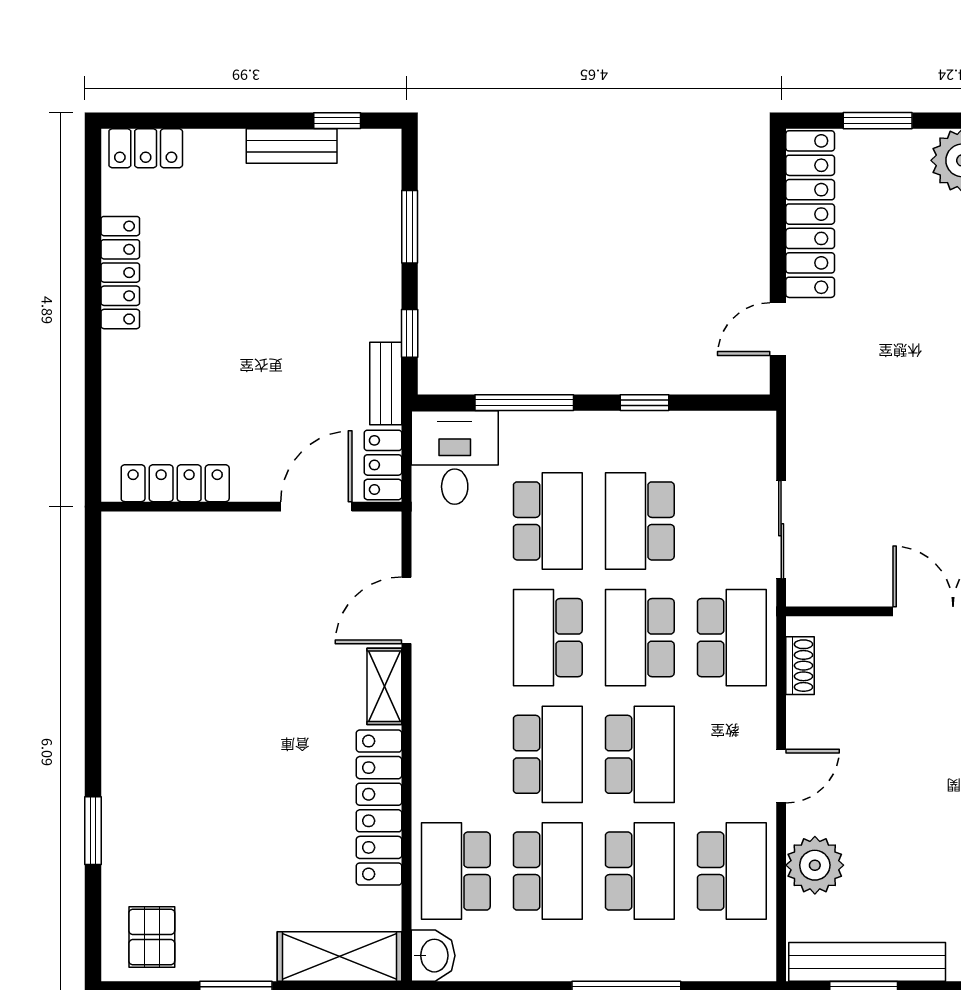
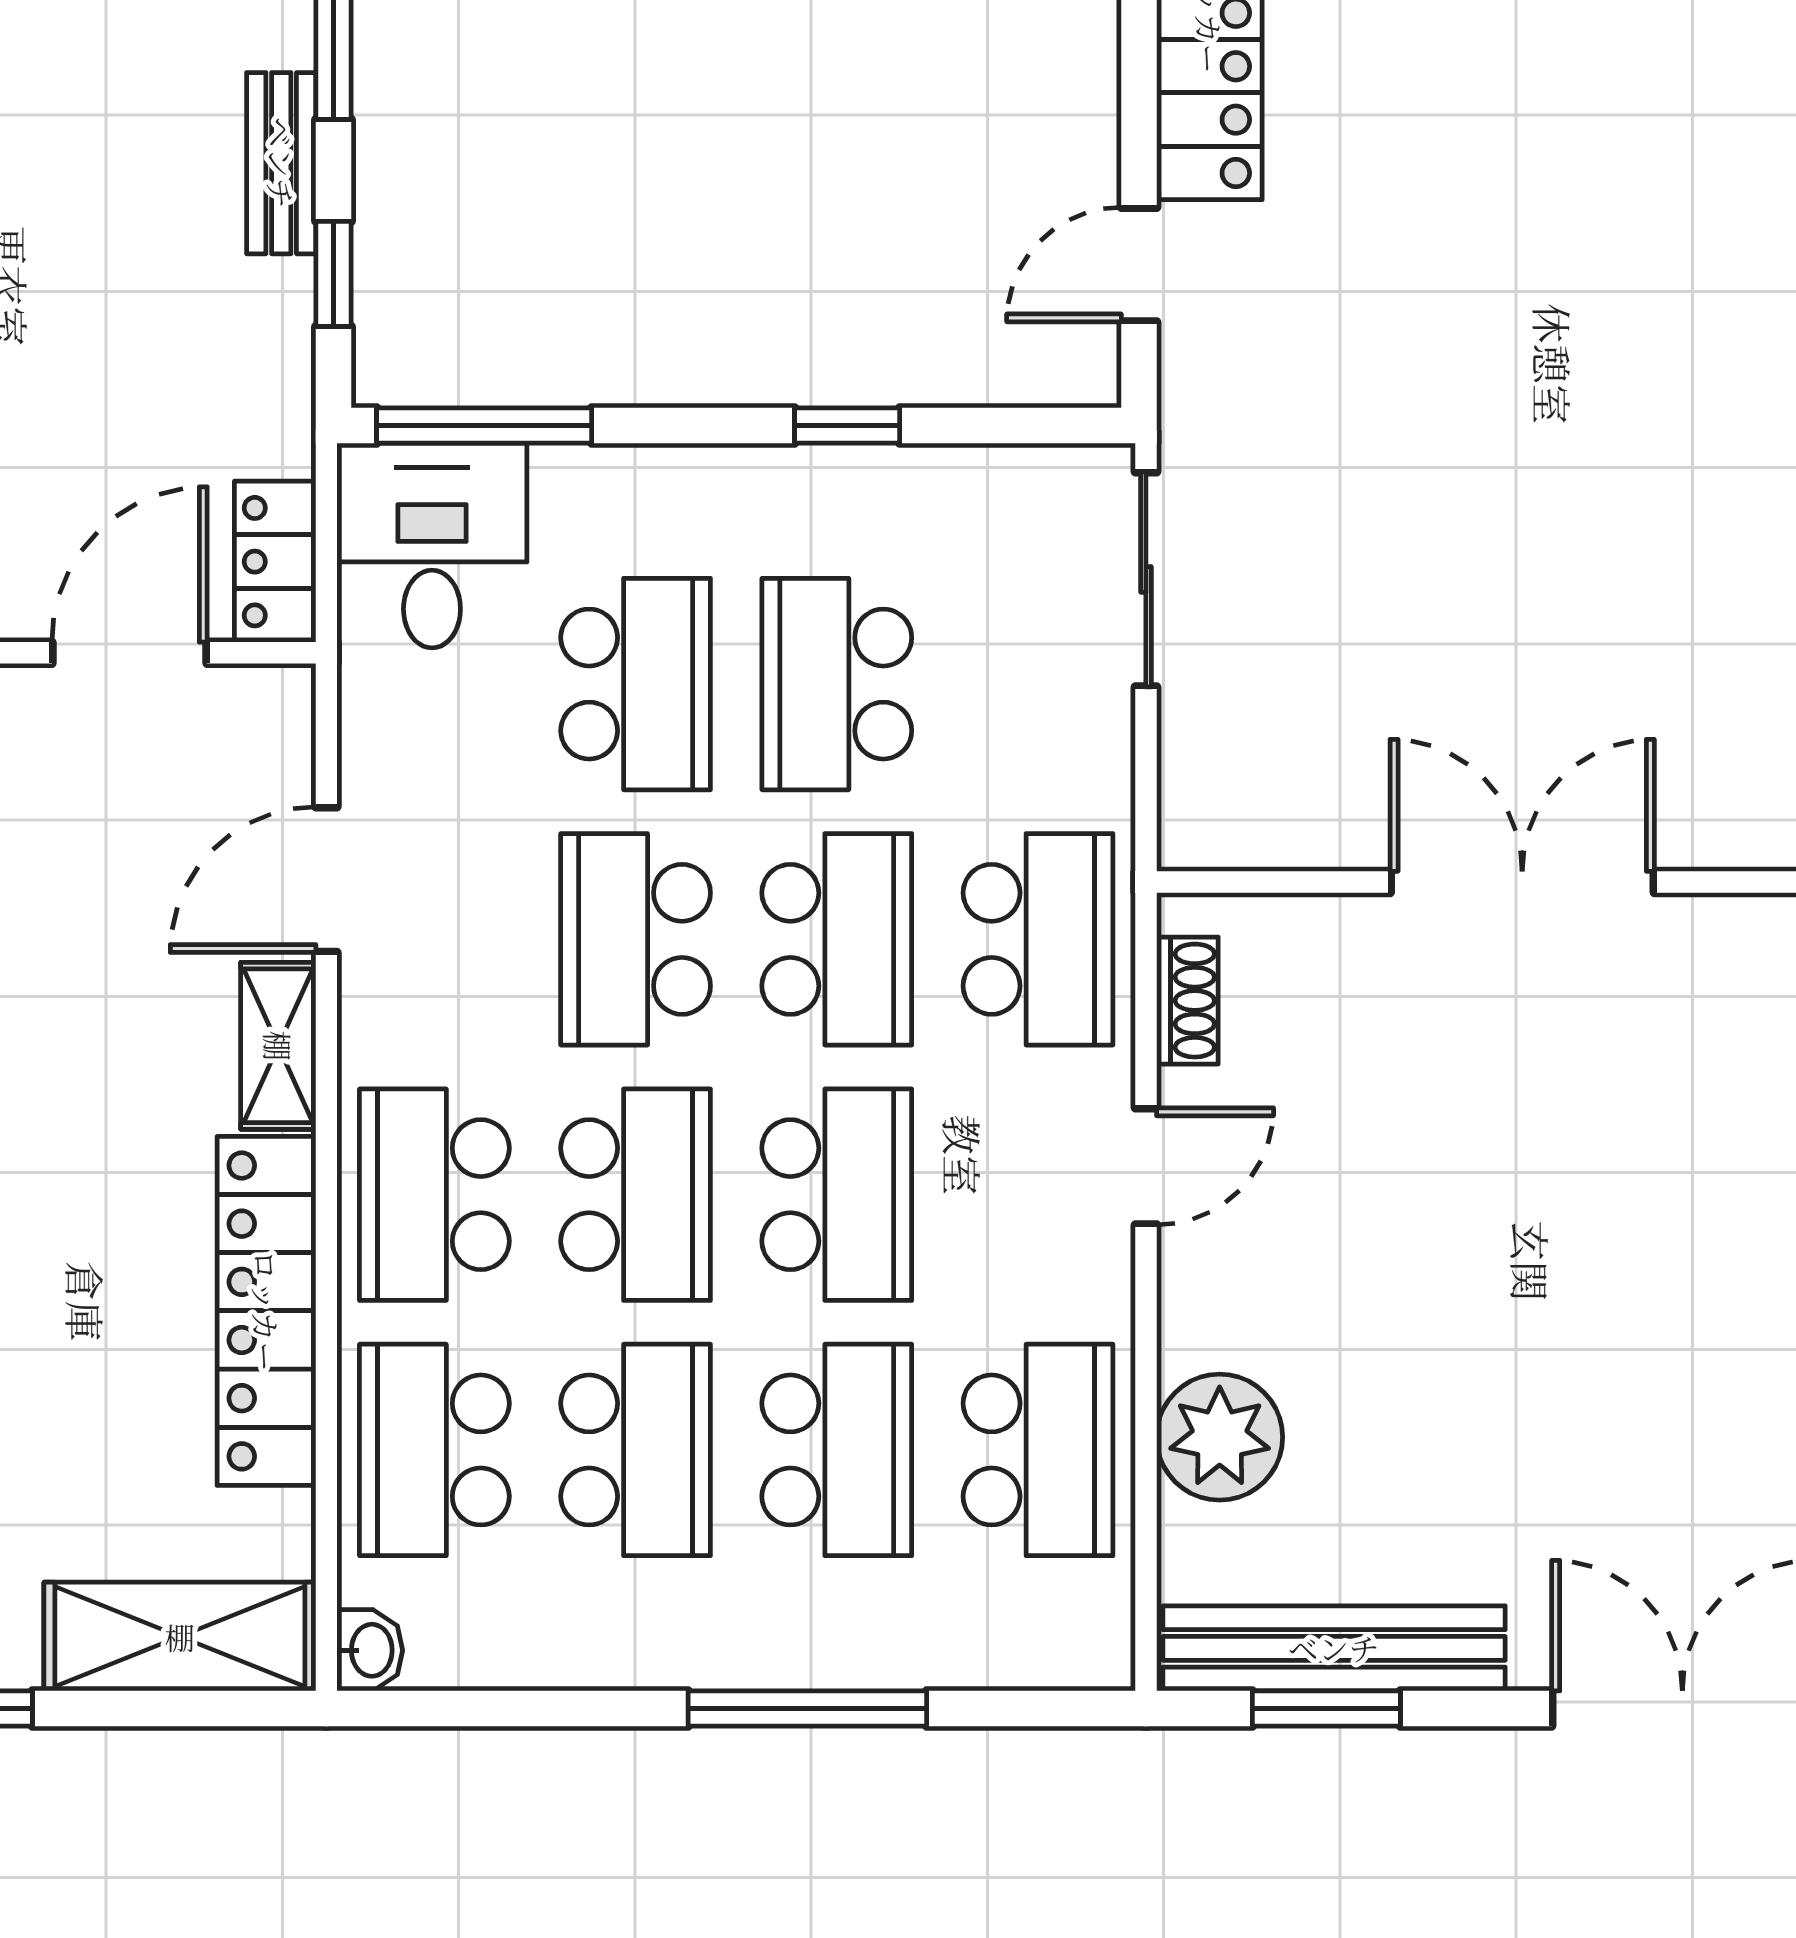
bench: (386, 383) -> (281, 163), moved
window: (524, 403) -> (484, 425), moved
sliding door: (781, 530) -> (1146, 579), moved
school desk: (640, 638) -> (837, 939), turned 180
school desk: (456, 754) -> (434, 1195), added
door: (781, 776) -> (1146, 1166), moved
washbasin: (433, 956) -> (370, 1650), width x0.72, depth x0.69

